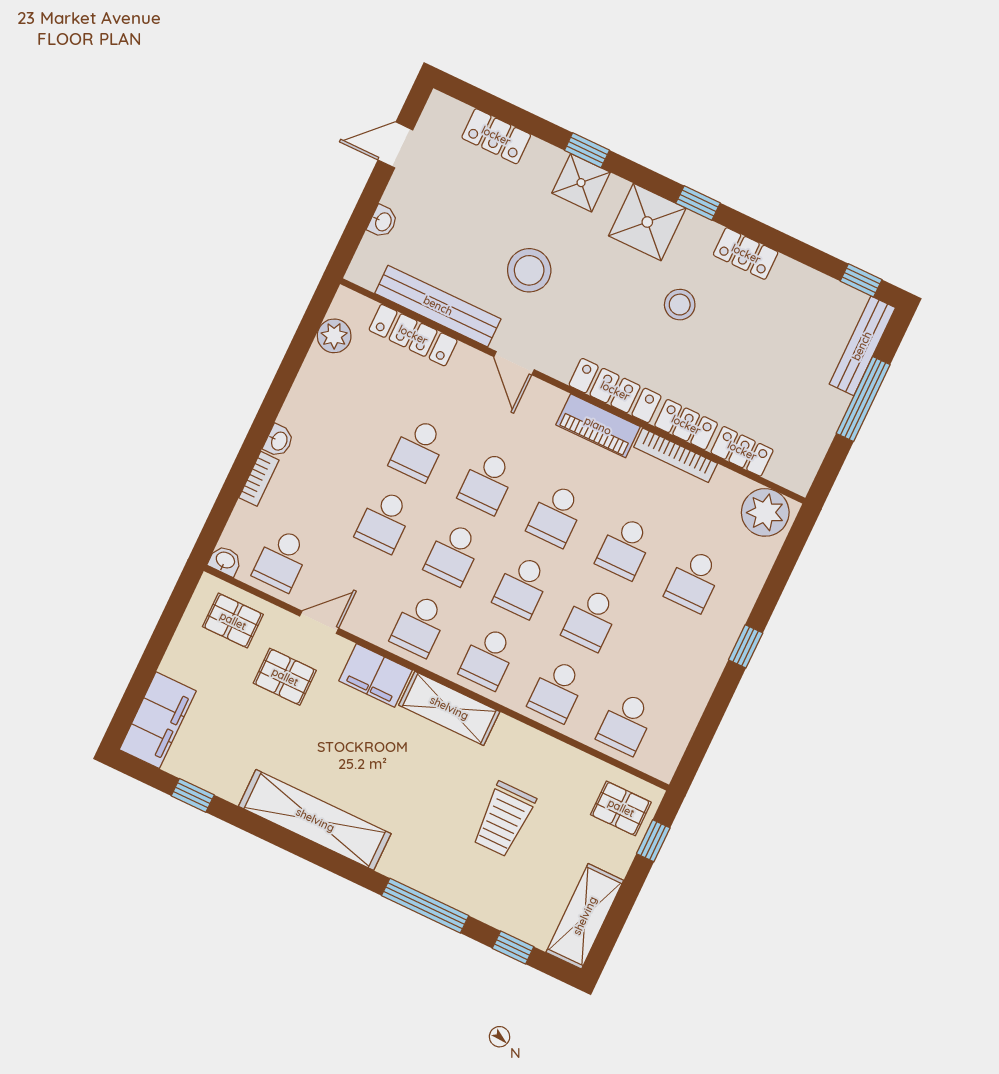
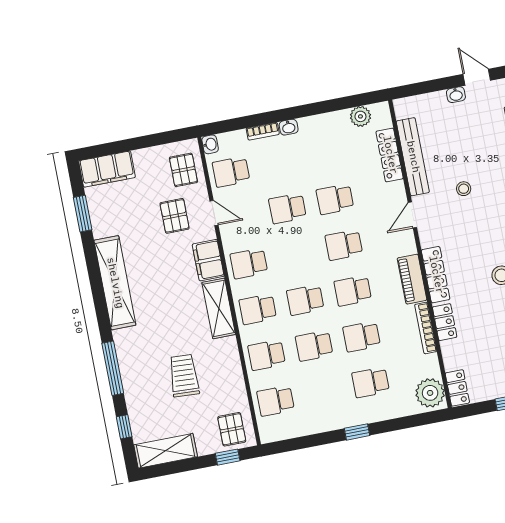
washbasin: (383, 222) -> (456, 95), moved
stool: (529, 270) -> (464, 189), width x0.53, depth x0.53
locker: (742, 451) -> (457, 388), moved
school desk: (453, 554) -> (296, 254), removed
window: (193, 795) -> (83, 214), width x1.50
trolley: (504, 819) -> (184, 376), turned 93

